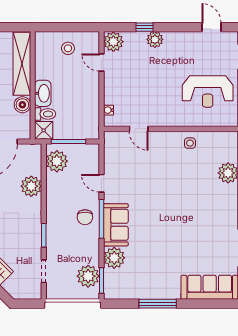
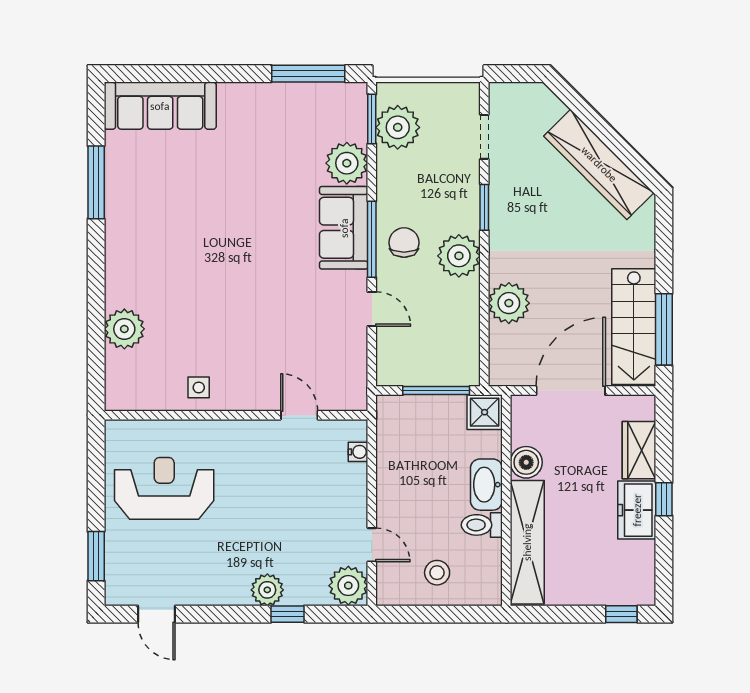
toilet: (45, 114) -> (482, 525), moved
plant: (57, 161) -> (459, 256), moved
window: (158, 304) -> (308, 74), moved

